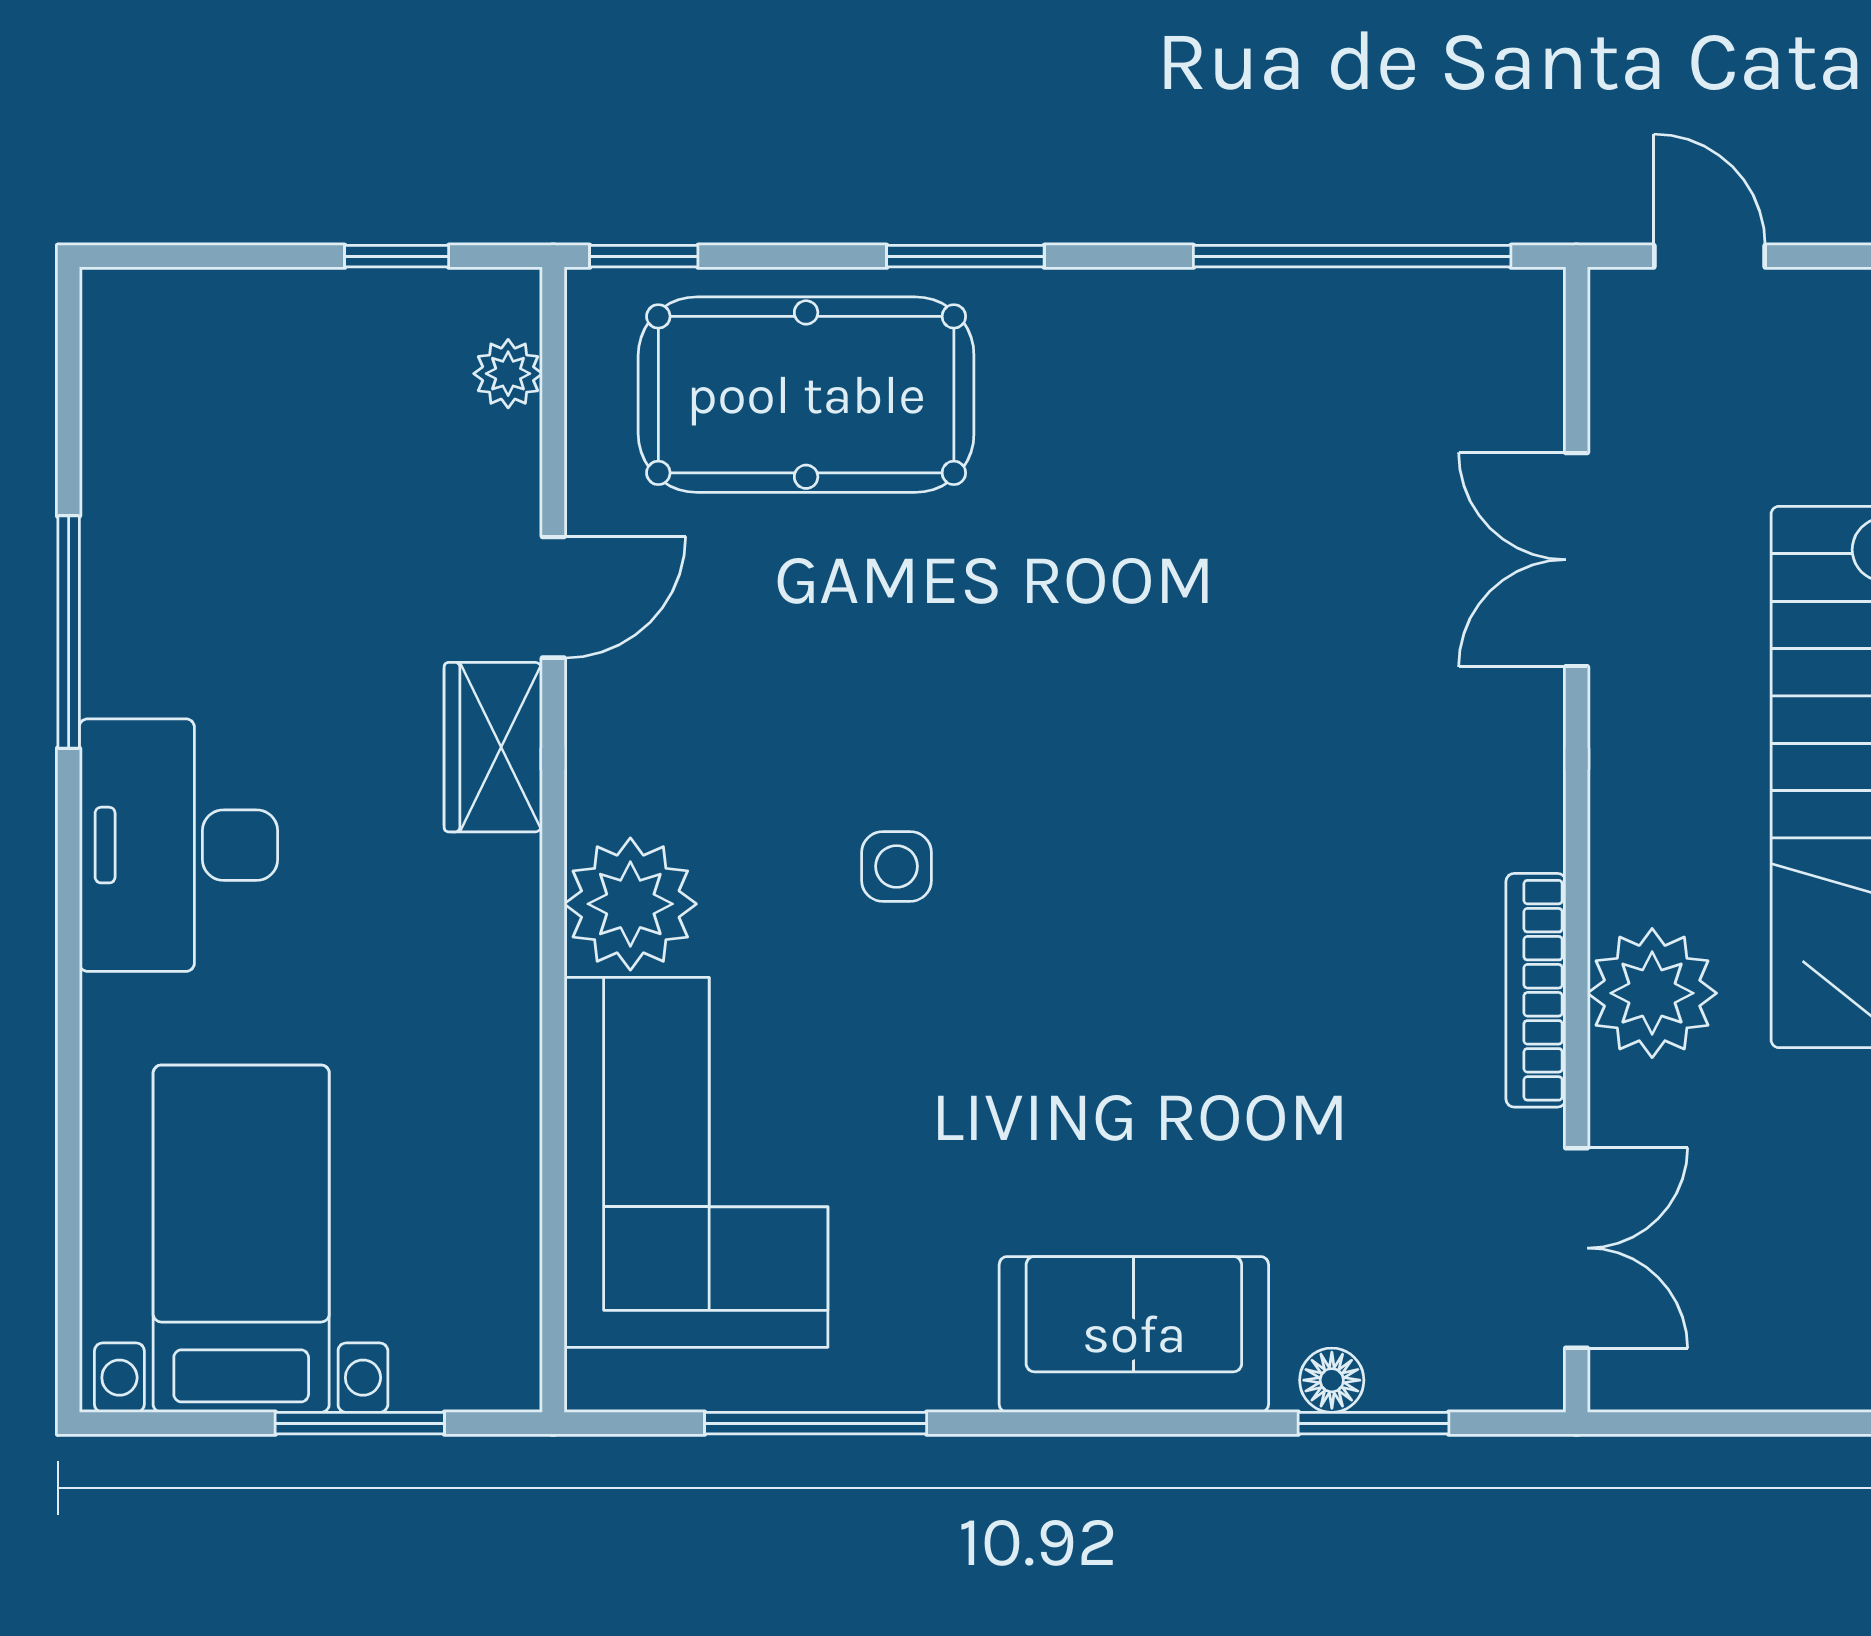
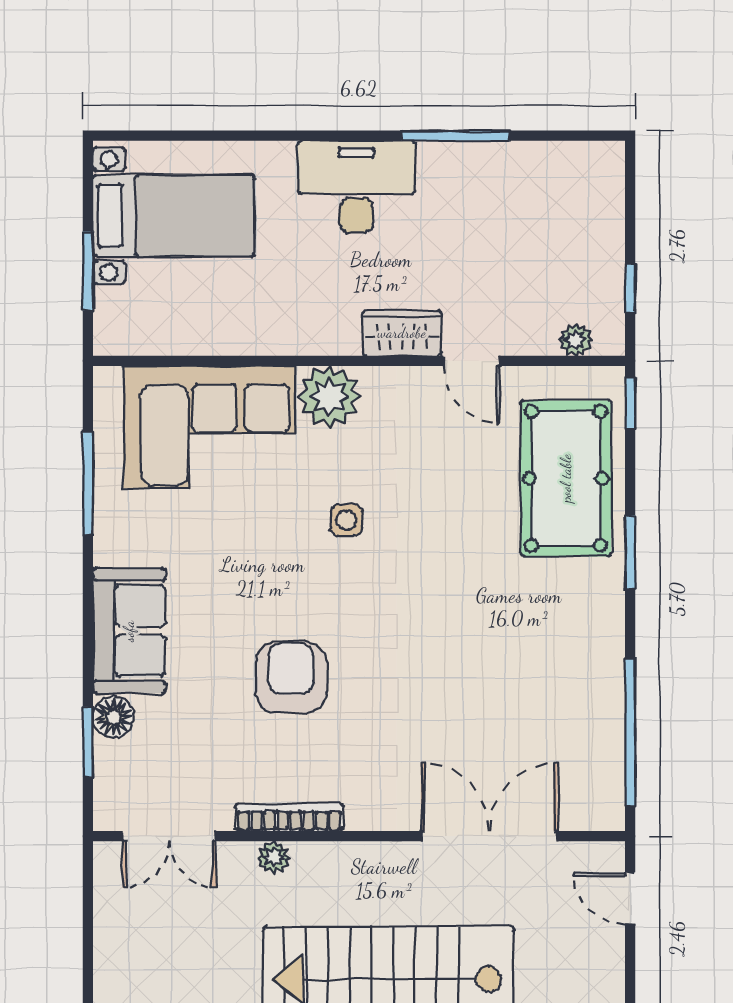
door: (1709, 256) -> (630, 898), swing flipped
double door: (1577, 560) -> (489, 836), width x1.37
armchair: (1235, 986) -> (291, 677), added
plant: (1652, 993) -> (274, 857), width x0.53, depth x0.53
floor lamp: (1332, 1380) -> (113, 717), width x1.37, depth x1.37

